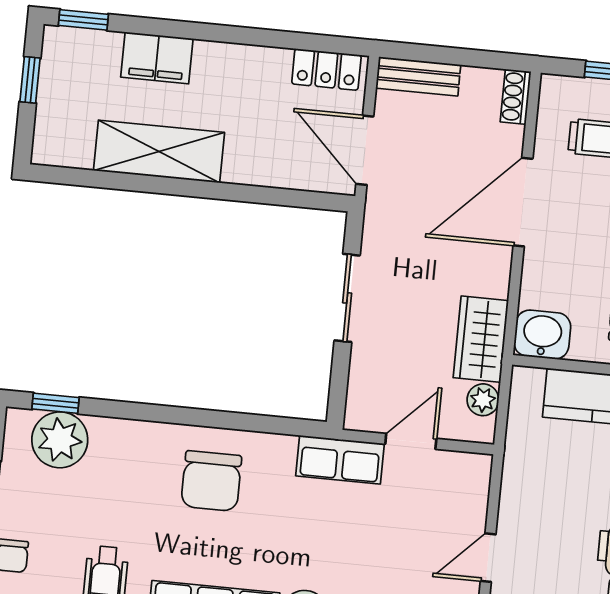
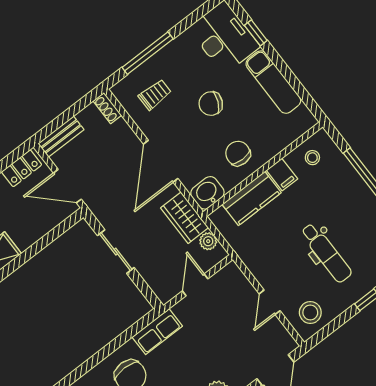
door: (523, 202) -> (161, 161), moved
row of seats: (340, 460) -> (157, 332), moved

